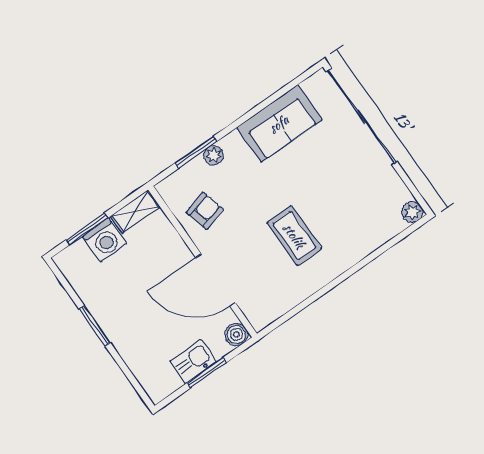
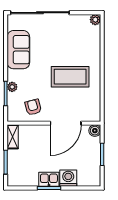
coffee table: (294, 236) -> (70, 77), width x1.36, depth x1.32
washing machine: (105, 240) -> (68, 178), moved, turned -90
kitchen sink: (193, 362) -> (49, 179), moved, turned 90

